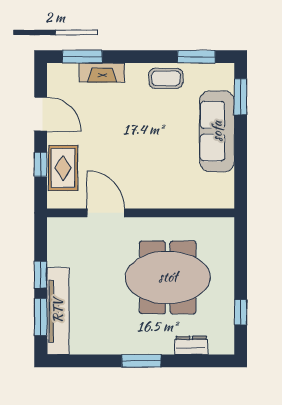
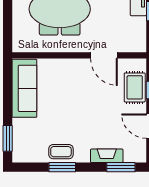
window: (196, 57) -> (62, 167), moved
sofa: (217, 131) -> (24, 88), moved

